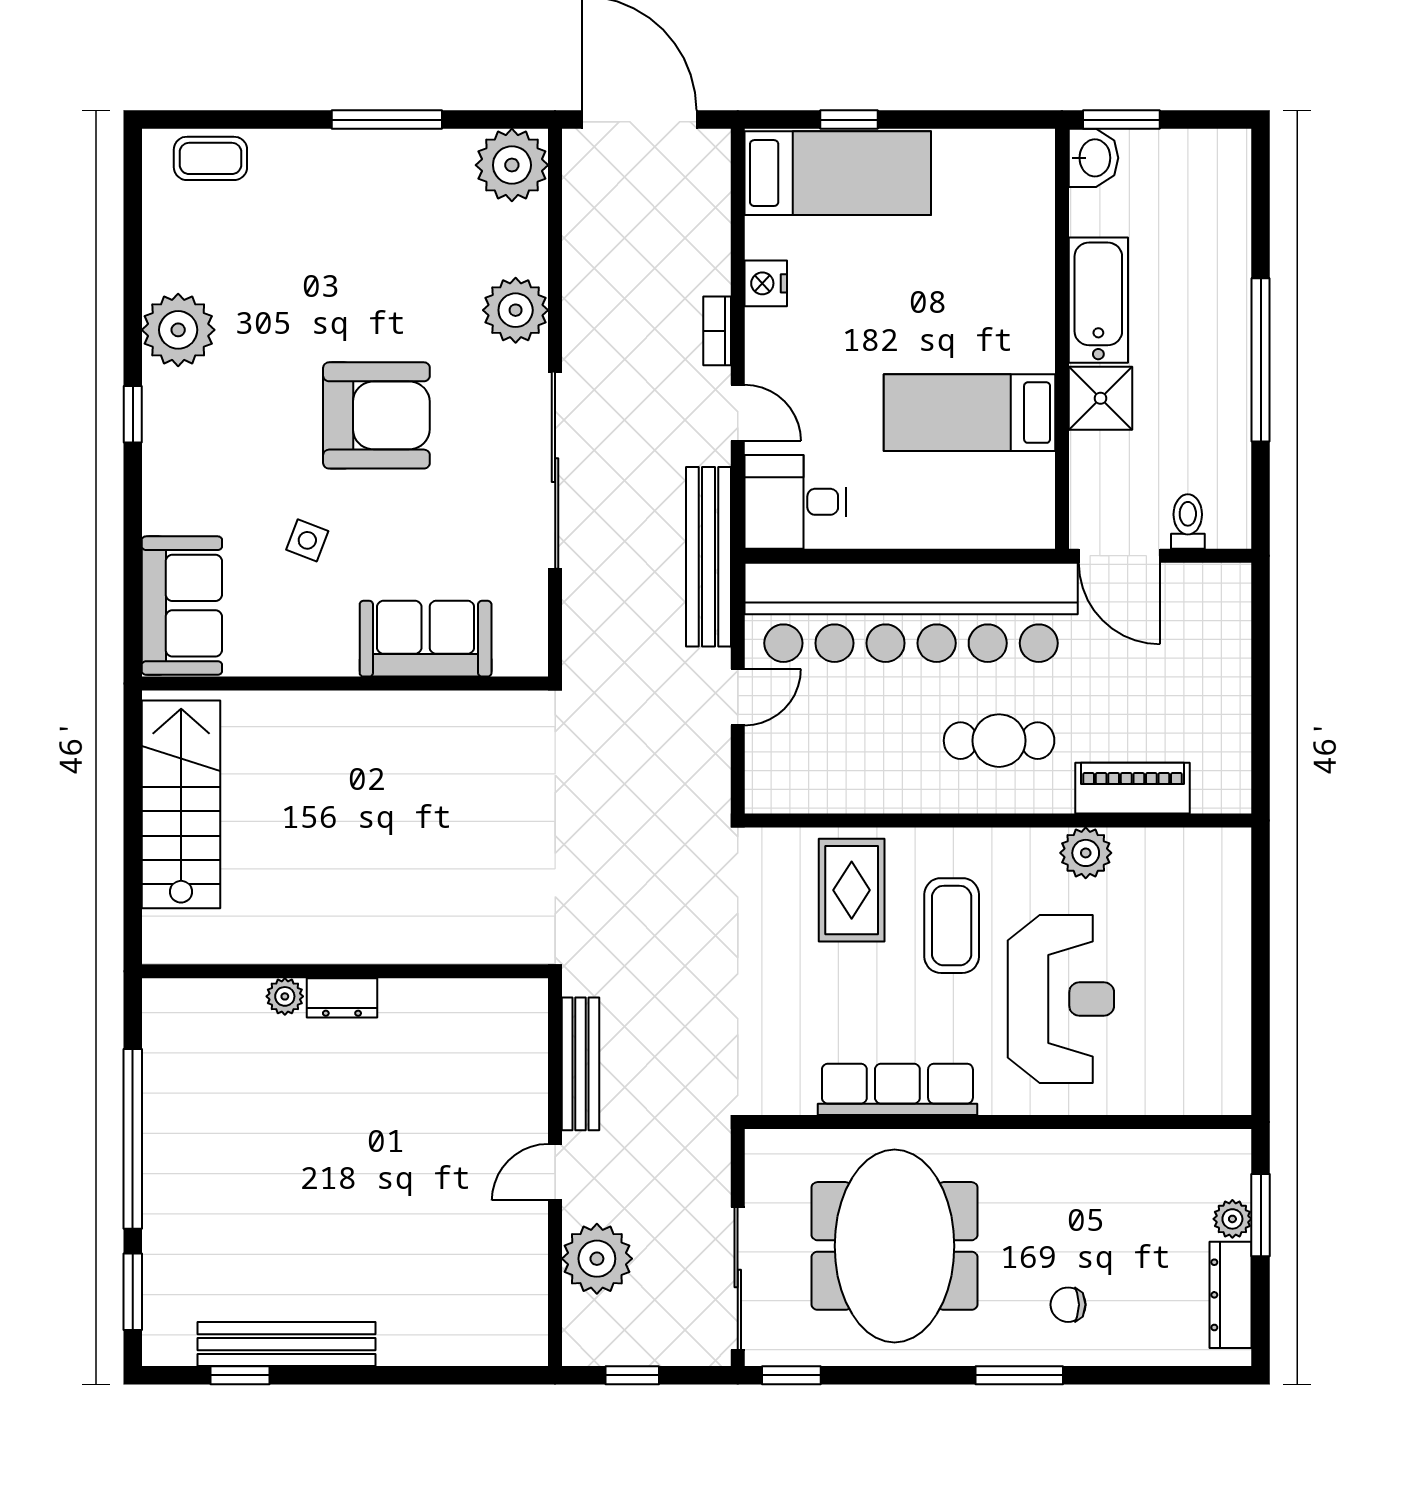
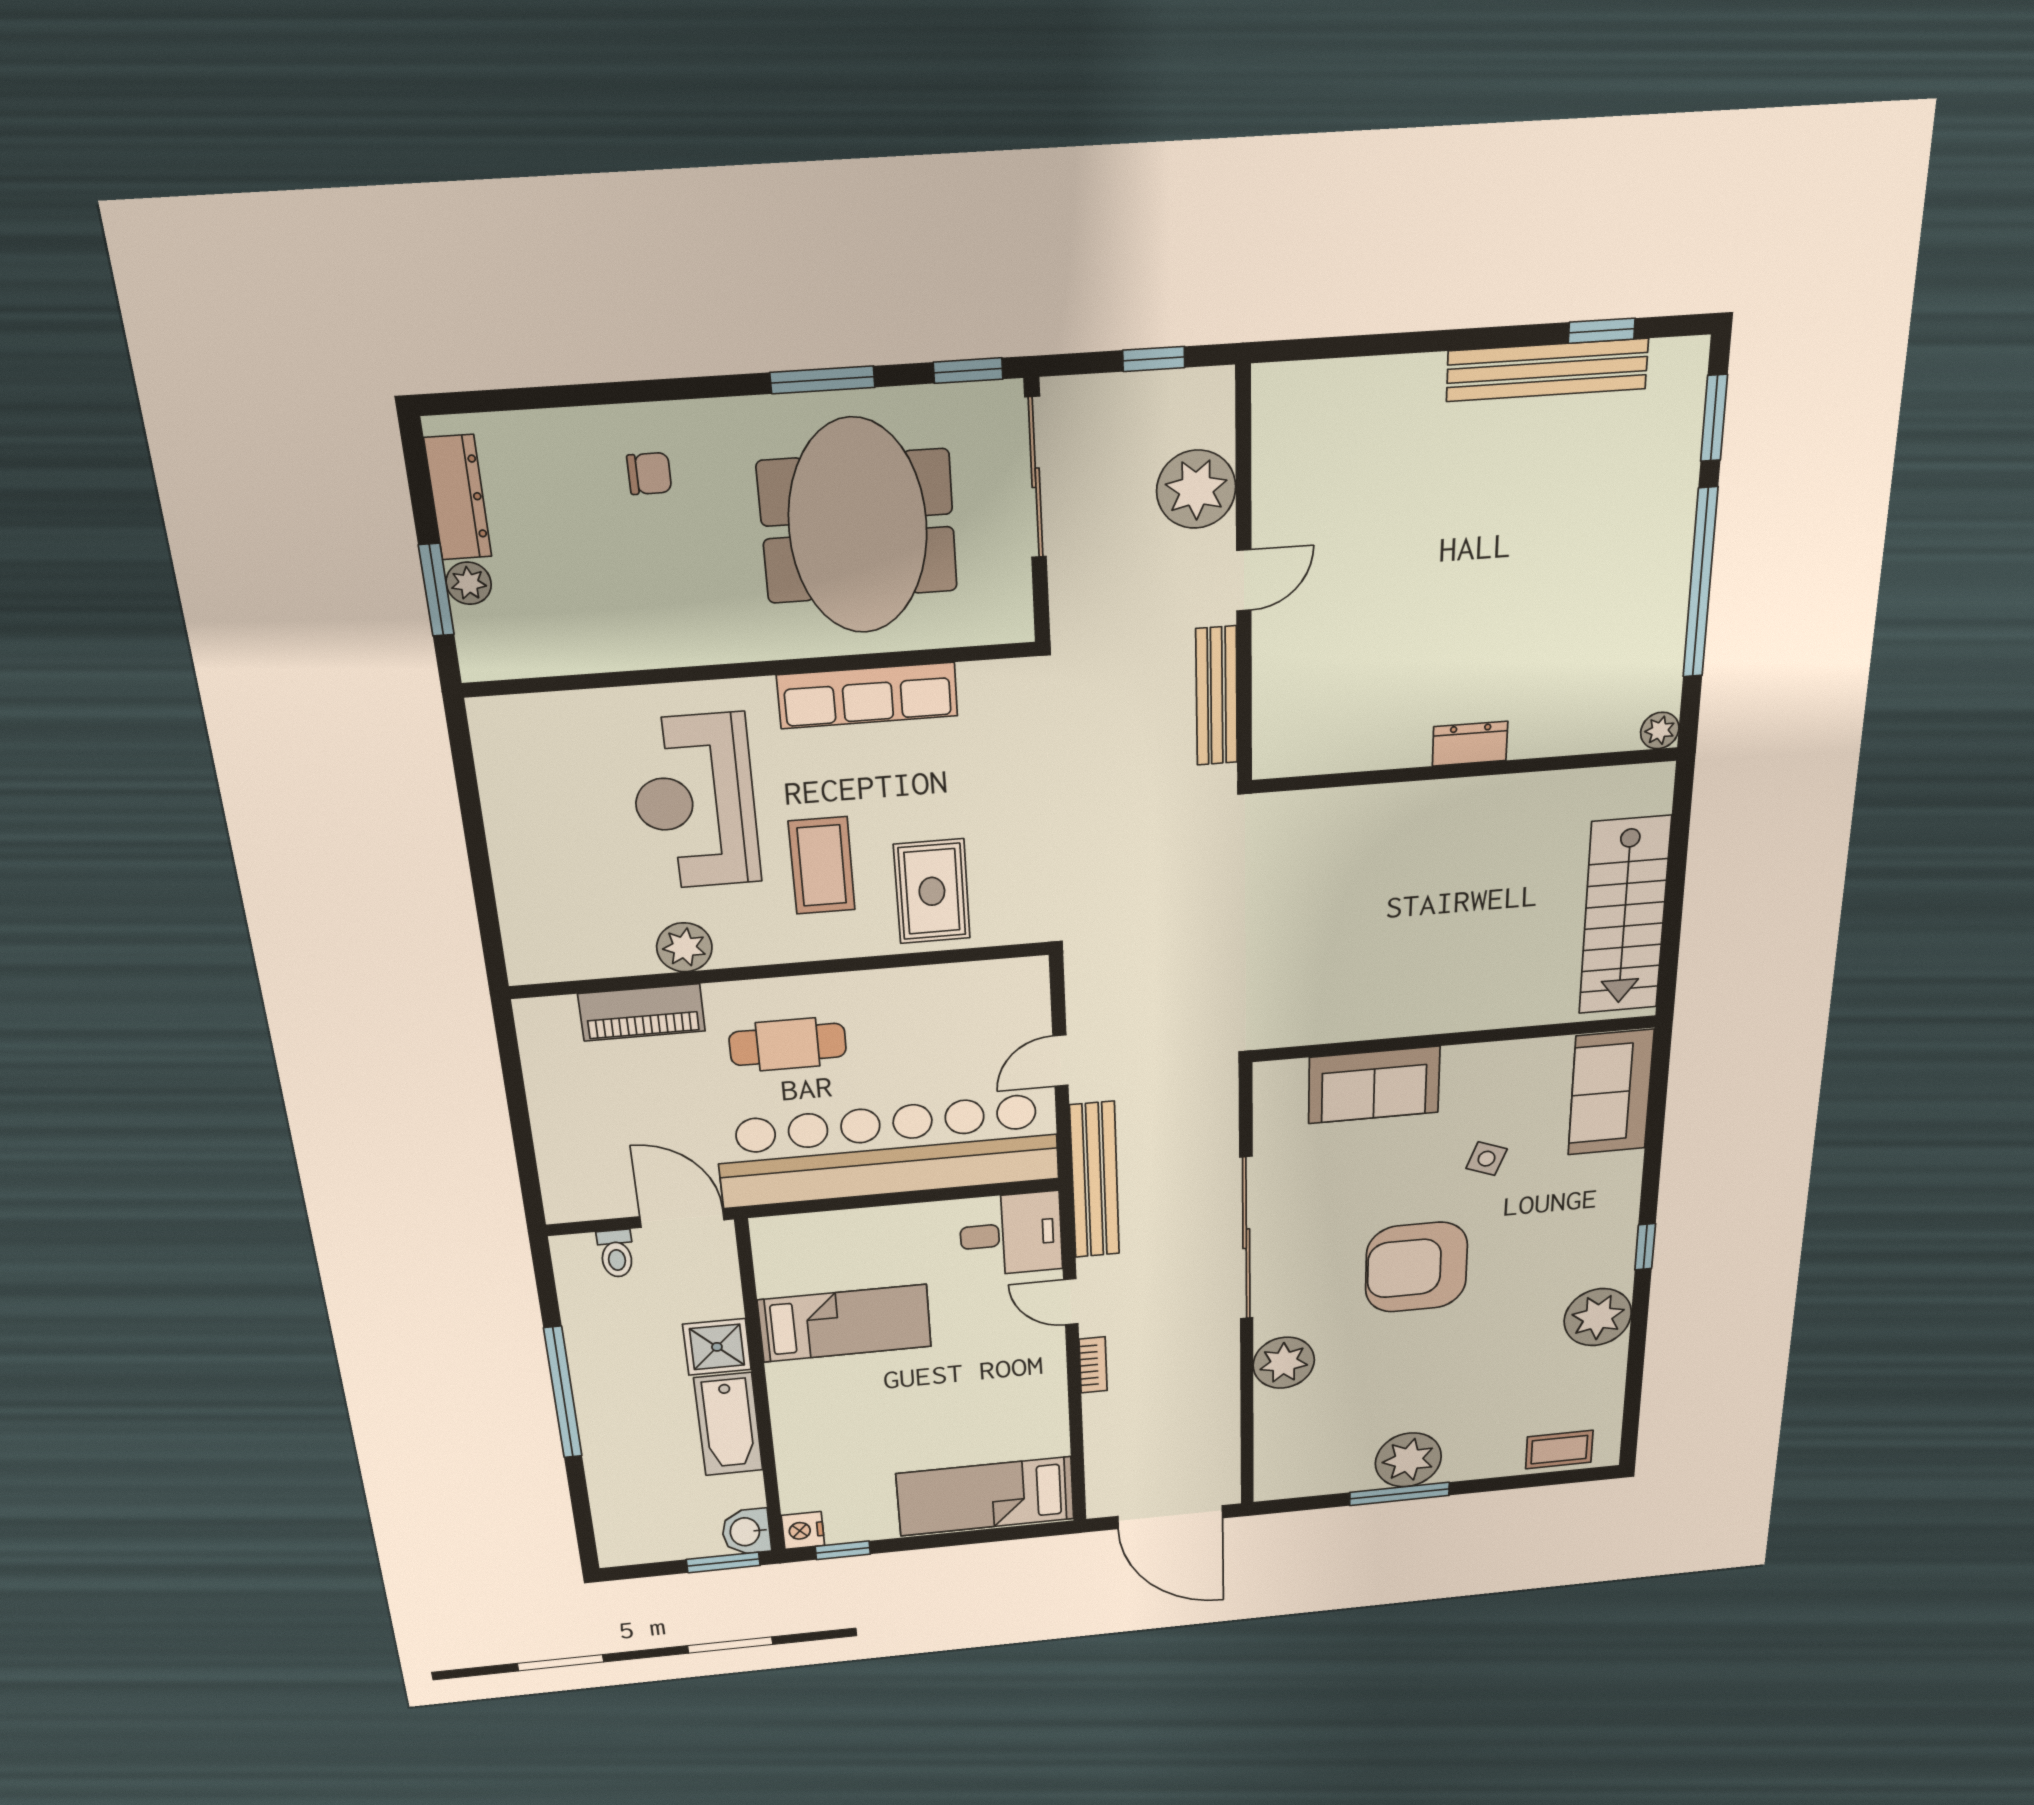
window: (849, 120) -> (843, 1550), moved
plant: (512, 165) -> (1408, 1460), moved
nightstand: (766, 283) -> (803, 1531), moved, turned 180
plant: (285, 996) -> (1660, 731), moved
window: (1019, 1375) -> (822, 380), moved

